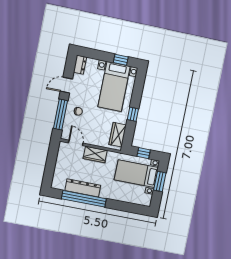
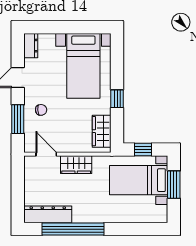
window: (121, 60) -> (85, 27), removed
window: (60, 114) -> (18, 119), width x0.69
dresser: (83, 188) -> (48, 214), moved

